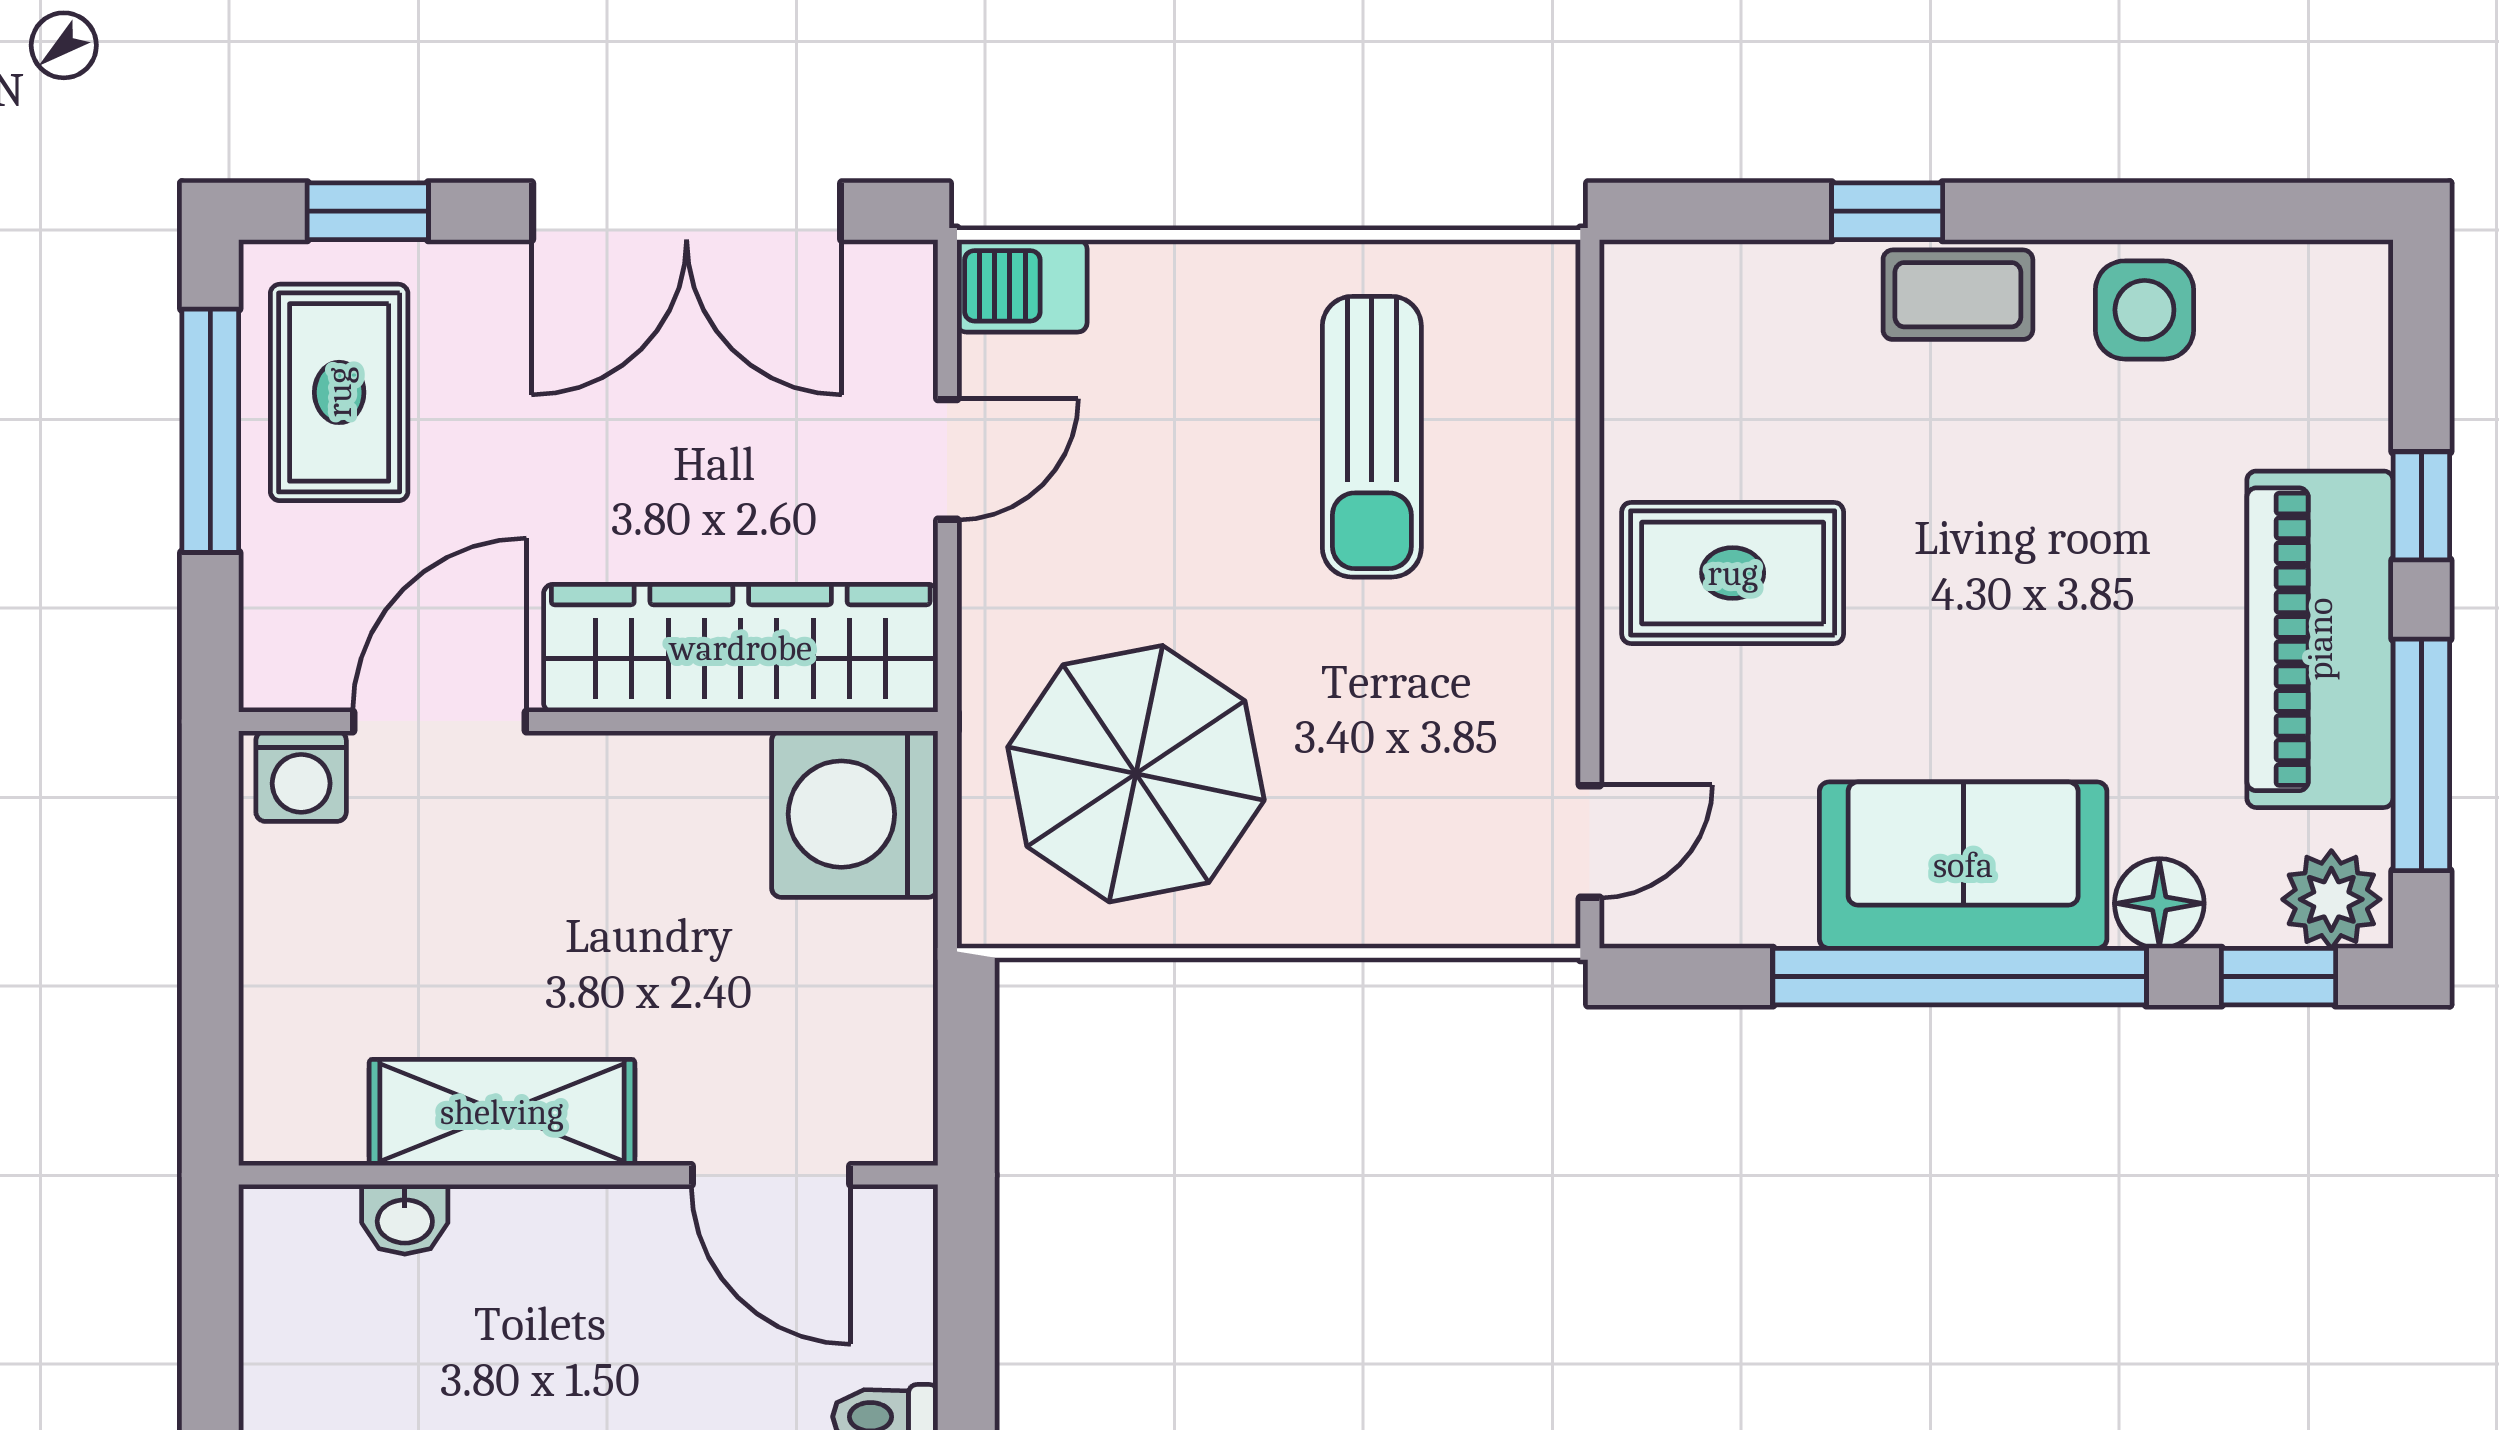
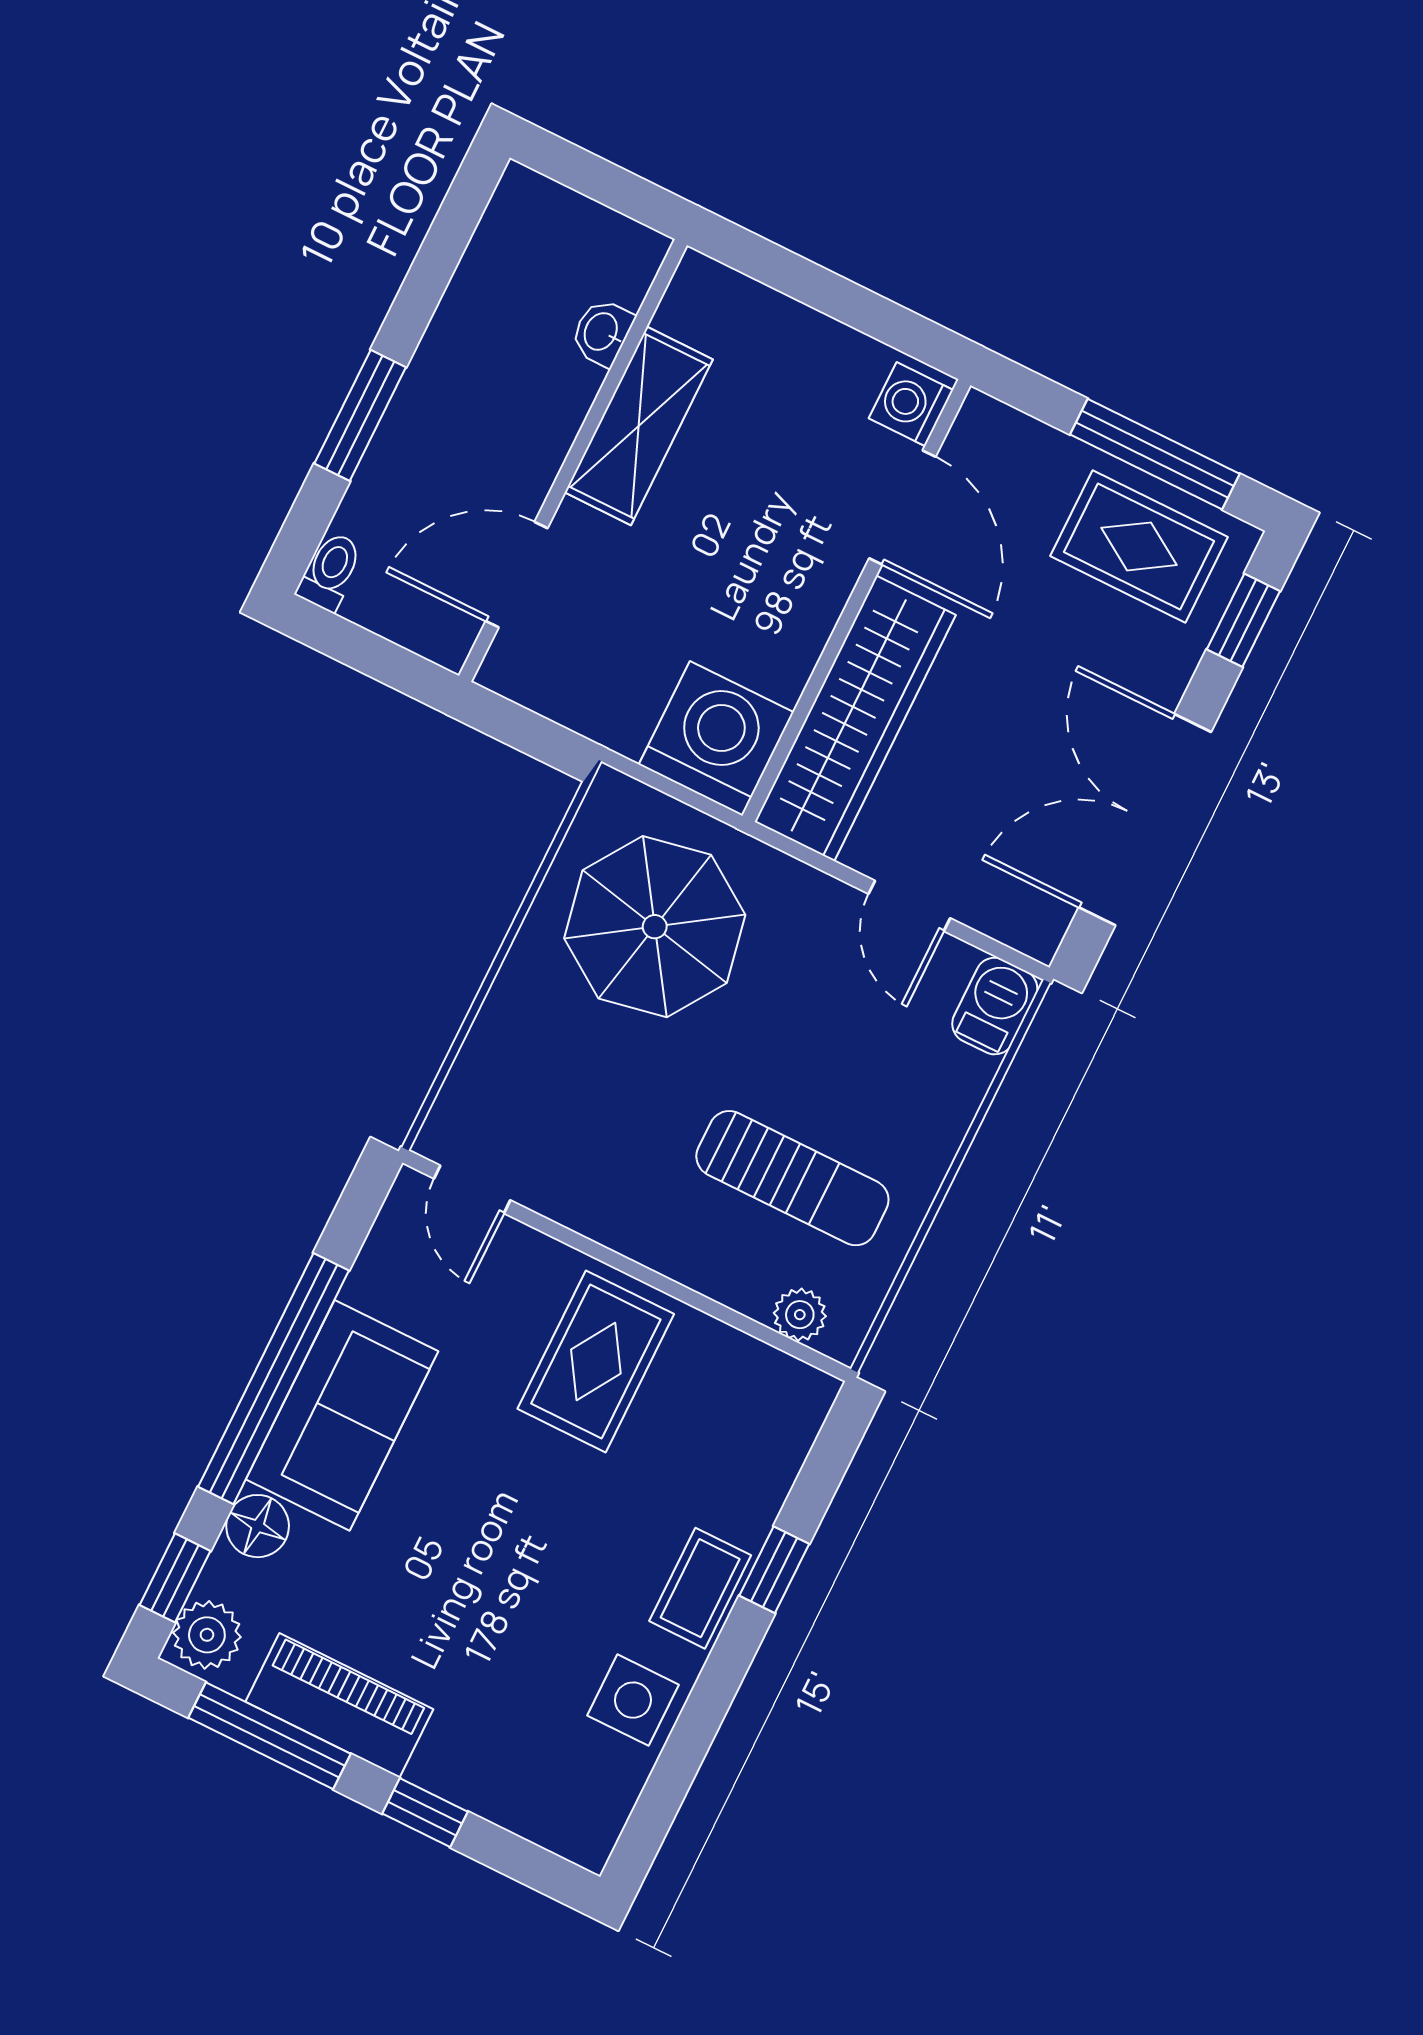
plant: (1543, 340) -> (800, 1315), added
sun lounger: (1372, 437) -> (792, 1178), turned 180
piano: (2320, 639) -> (339, 1705), width x0.73, depth x0.75

